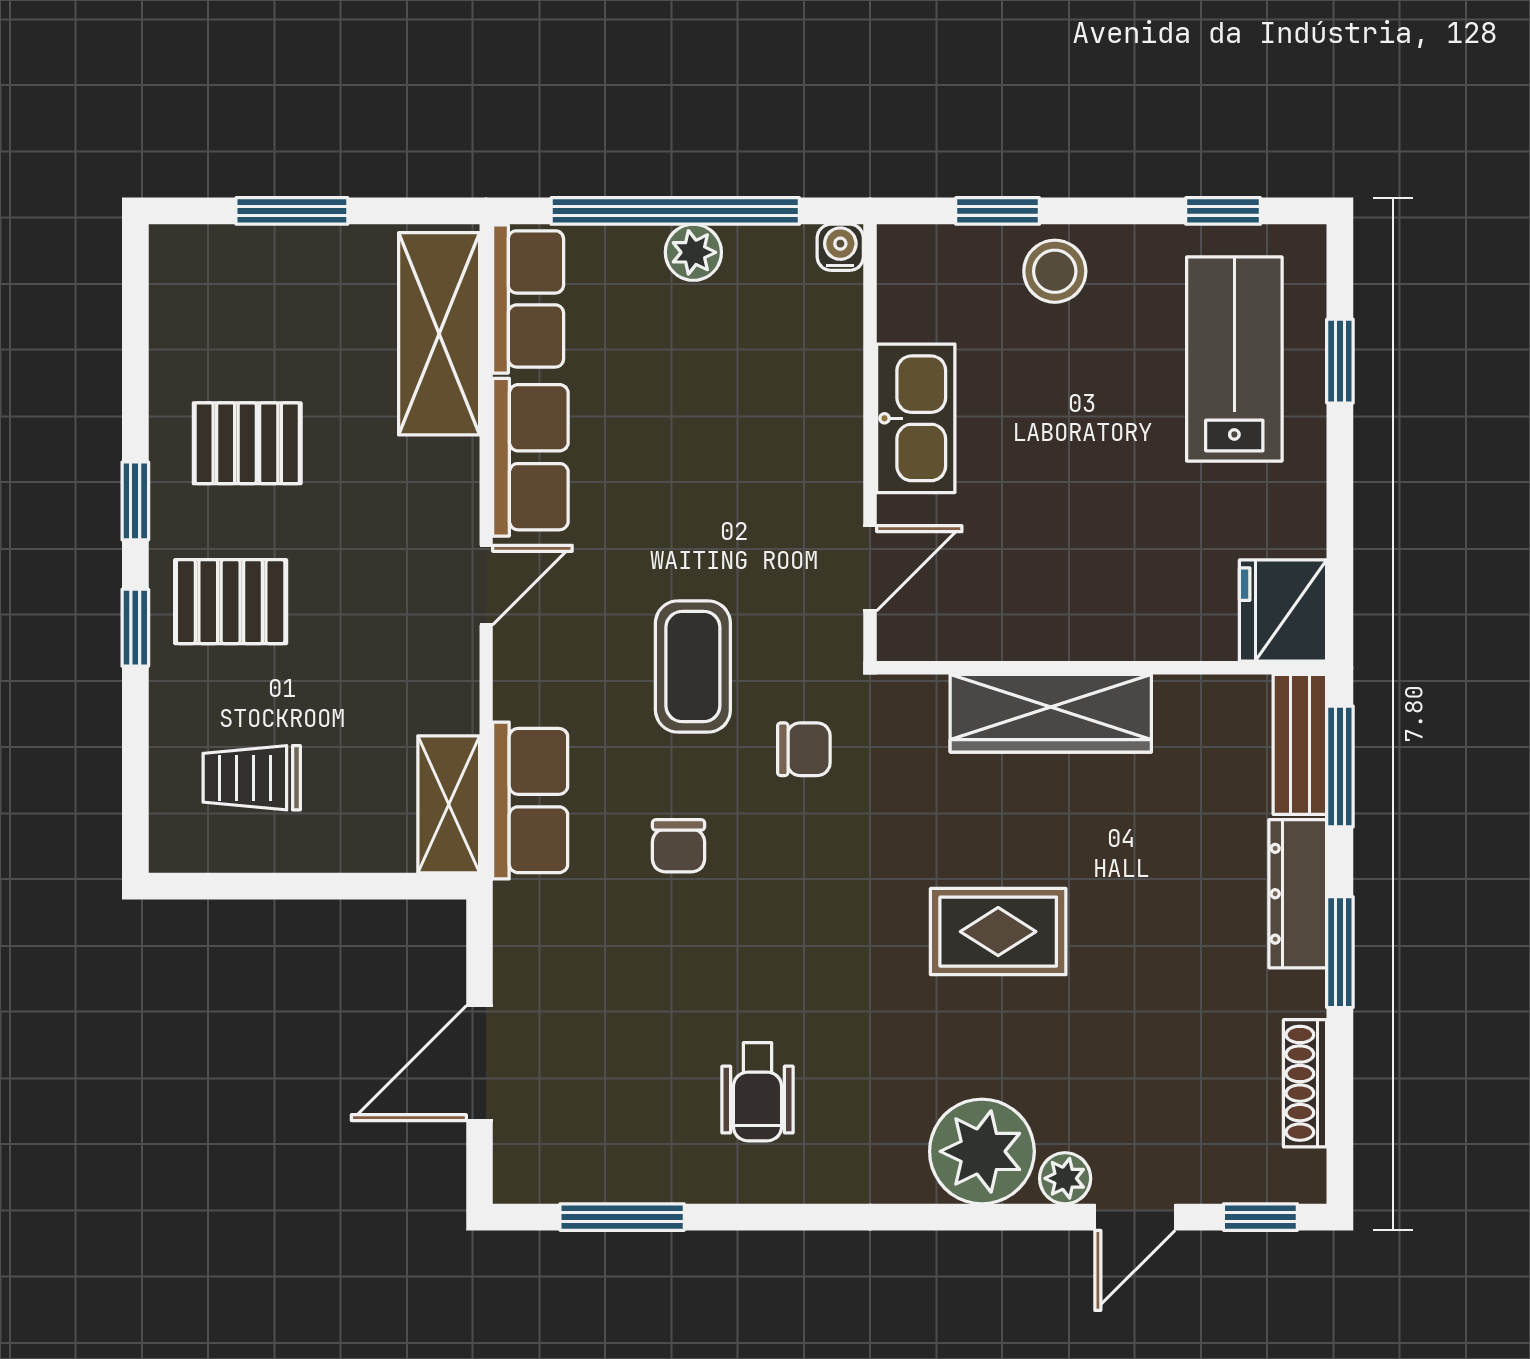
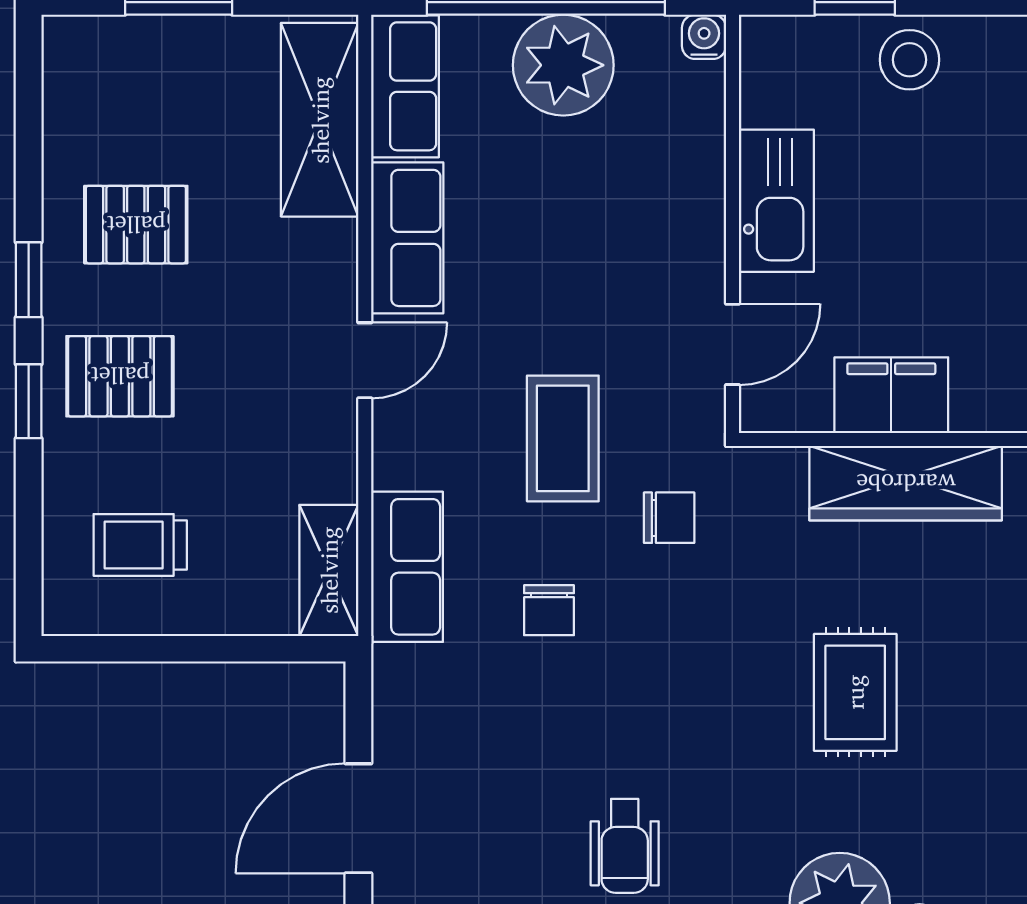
plant: (693, 252) -> (563, 65), width x1.87, depth x1.87
filing cabinet: (1036, 621) -> (891, 395), added
rug: (998, 932) -> (855, 692), turned 90

